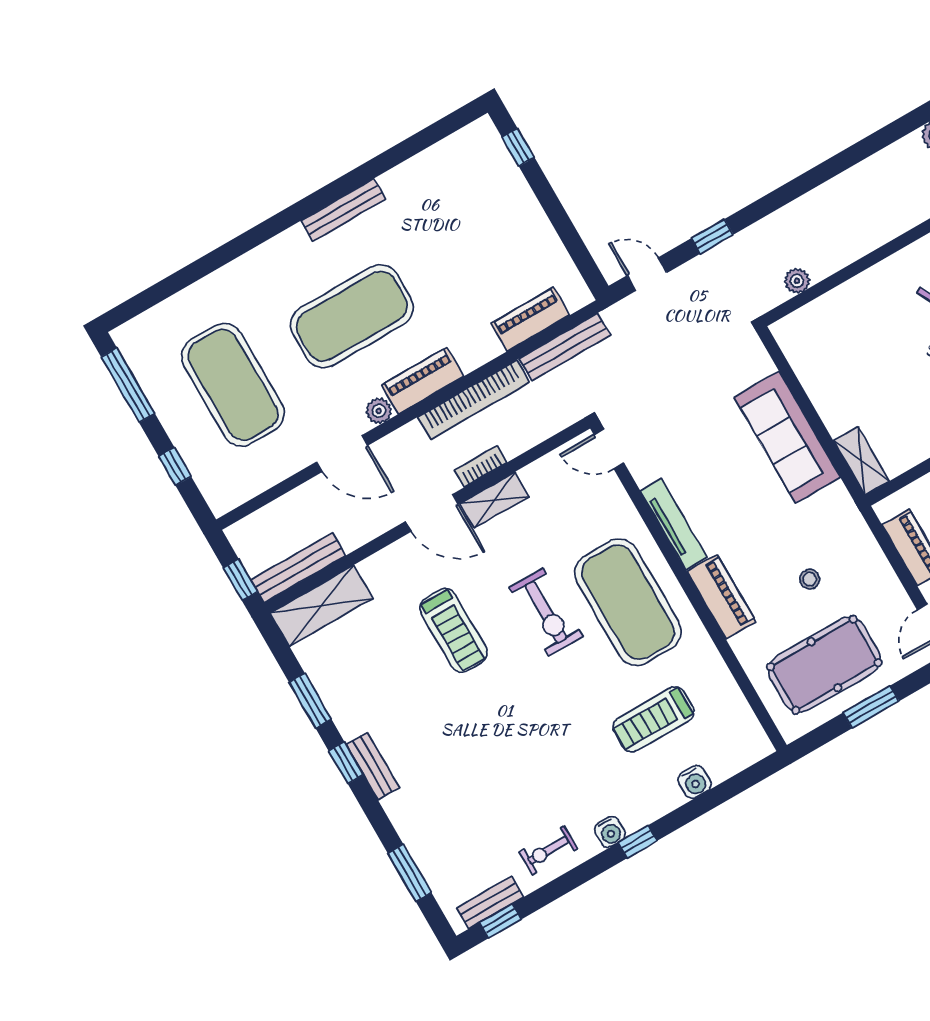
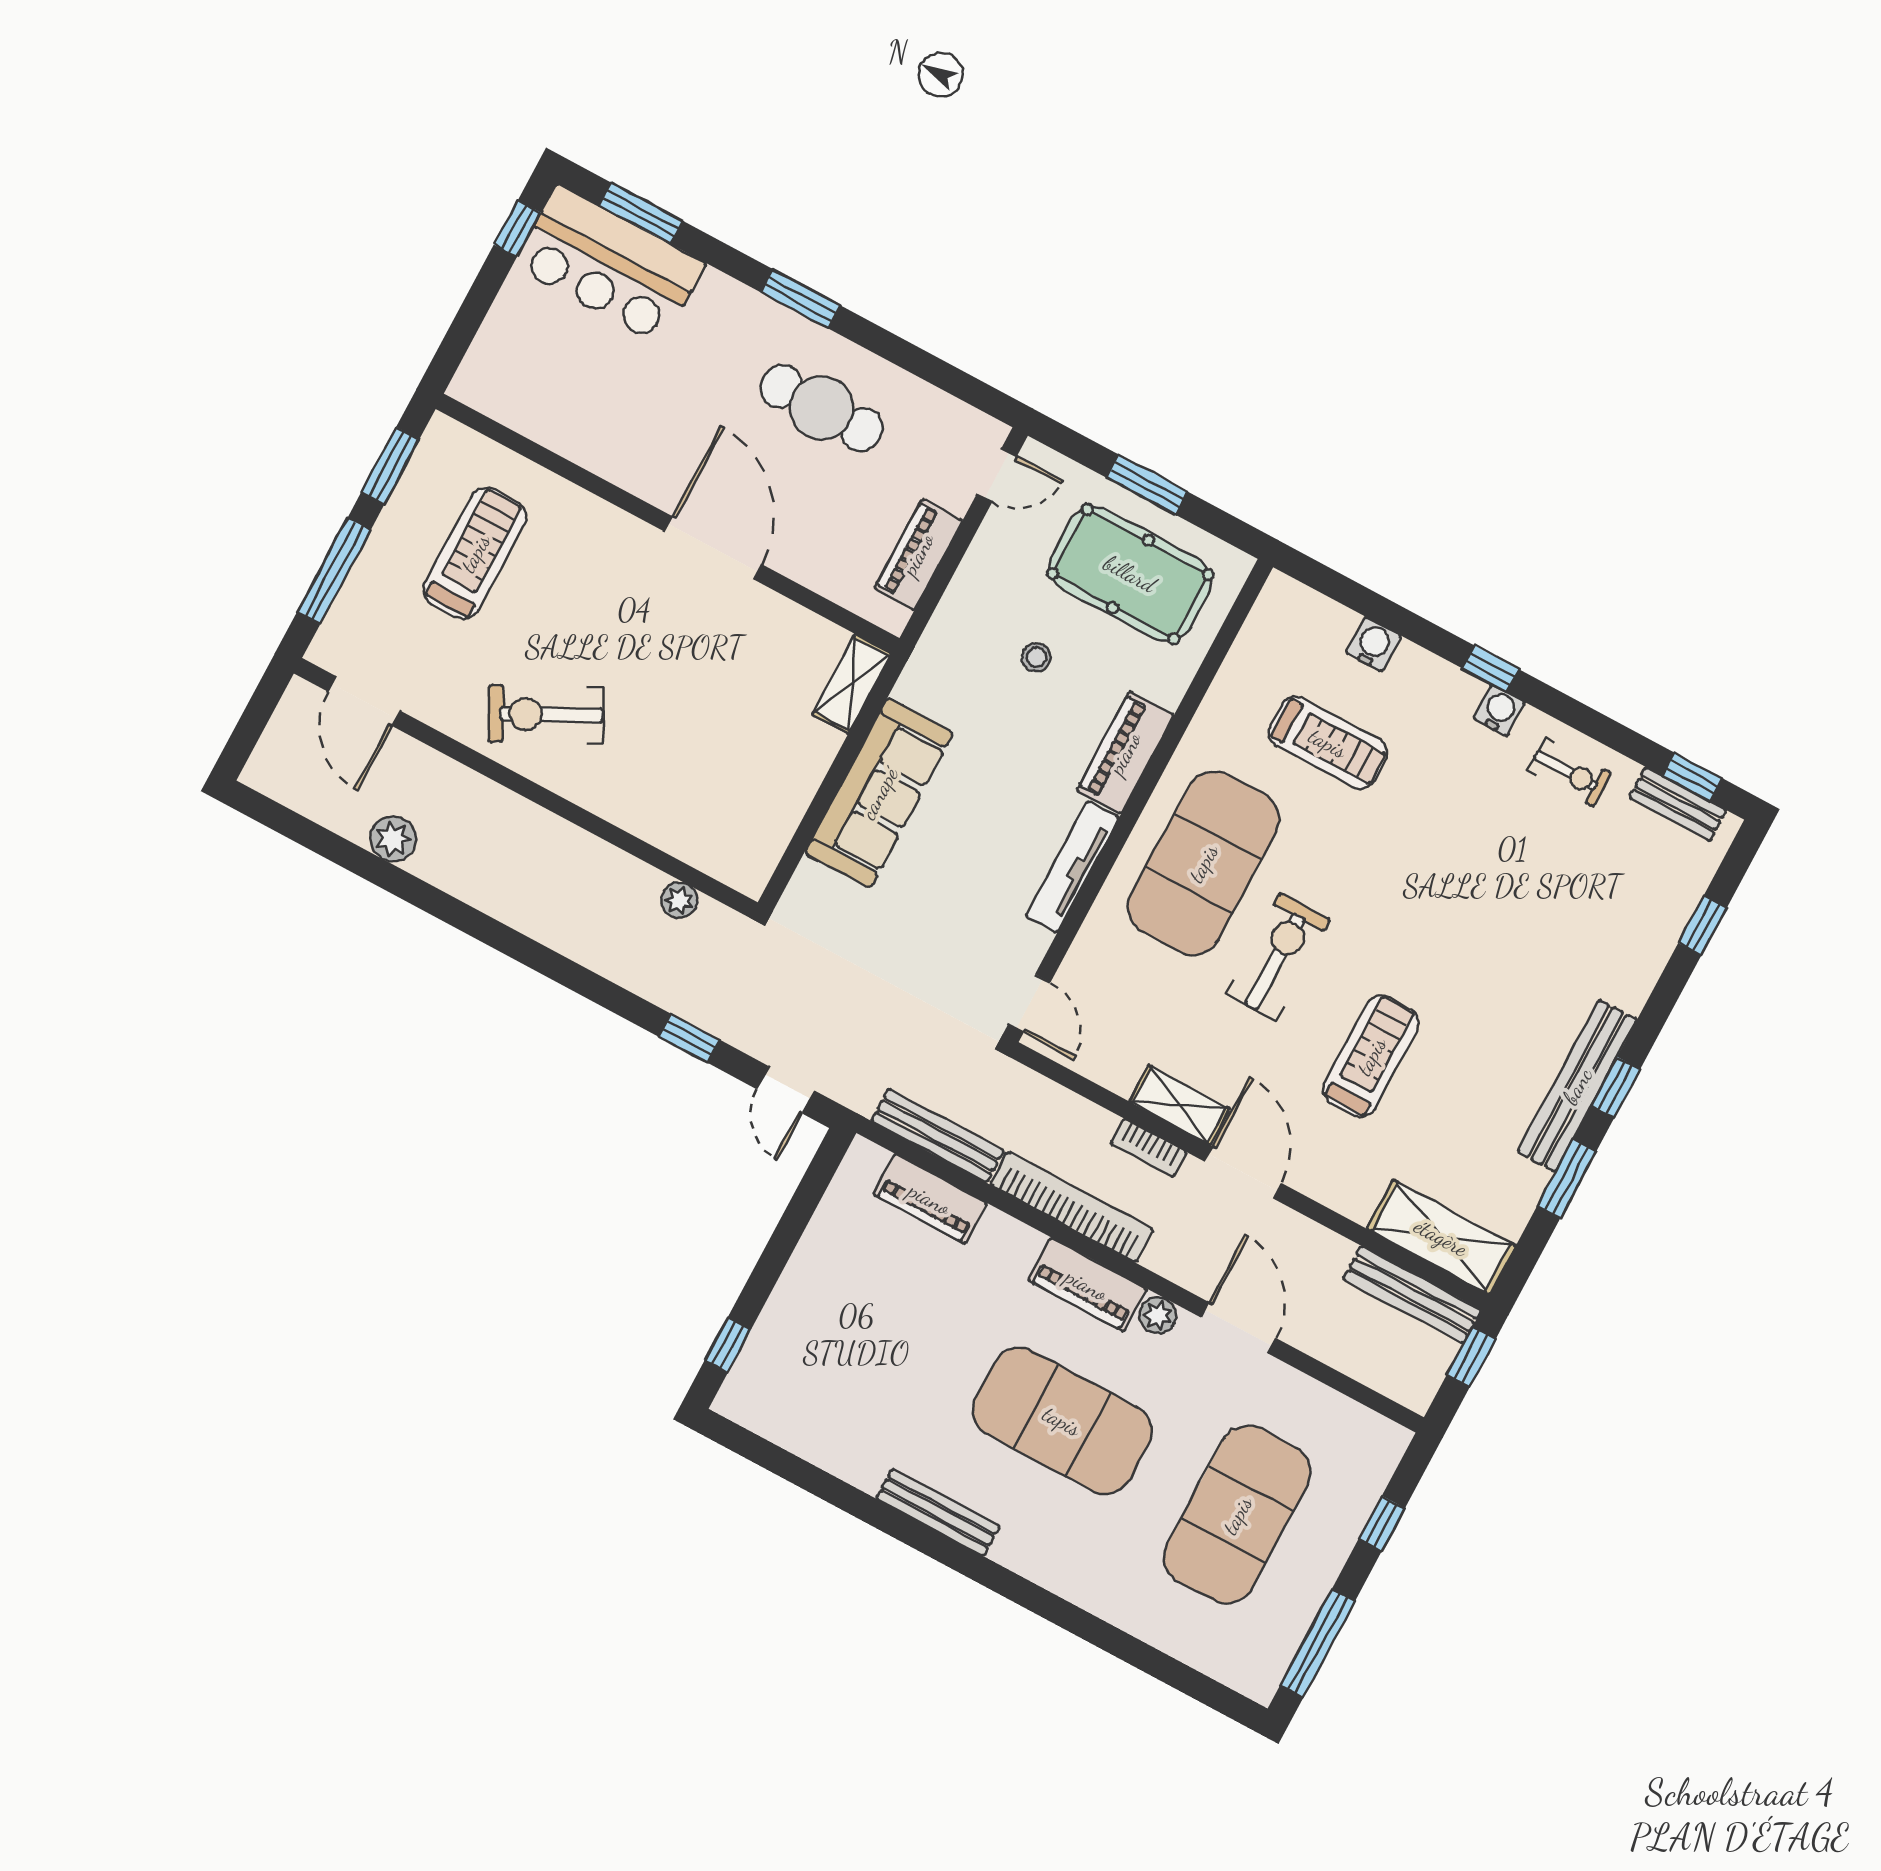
bench: (373, 766) -> (1577, 1086), width x1.86, depth x1.21
window: (410, 873) -> (1703, 925), width x0.67

